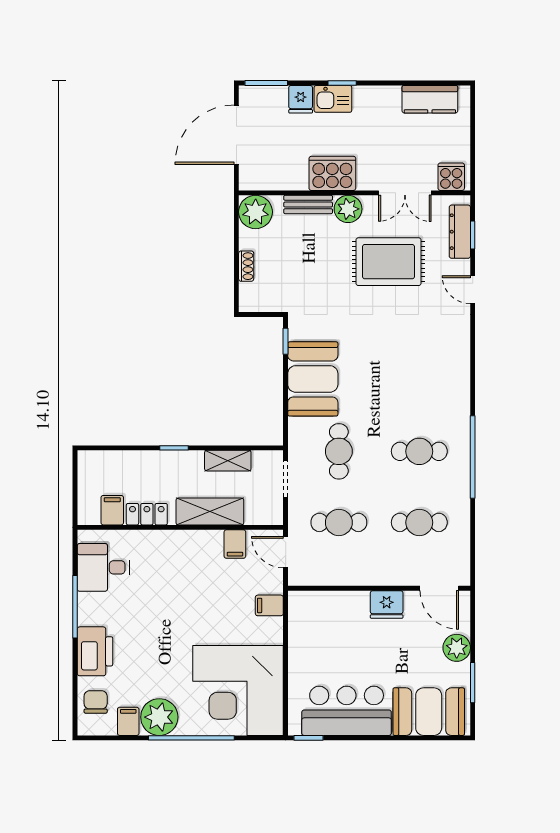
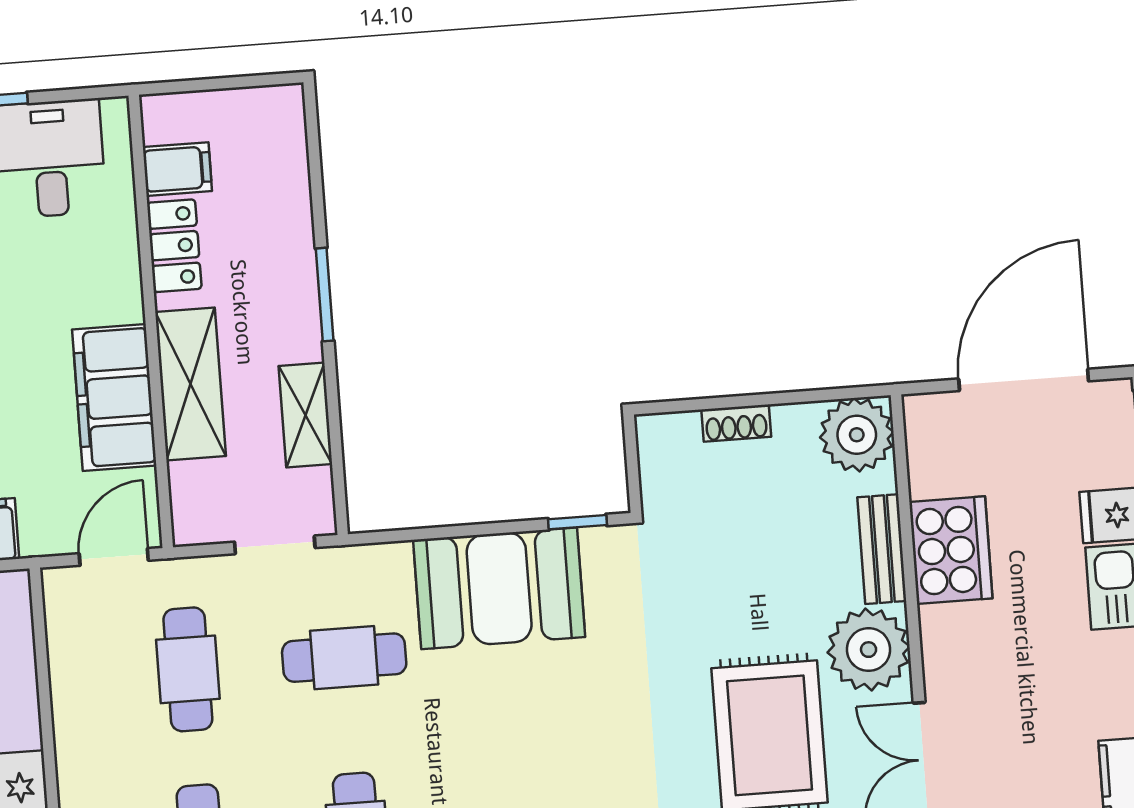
door: (236, 135) -> (1024, 380), hinge flipped
cooker: (332, 173) -> (951, 550), moved
plant: (348, 209) -> (869, 650), width x1.36, depth x1.36
window: (174, 448) -> (325, 295), width x1.50
filing cabinet: (235, 544) -> (114, 398), width x3.00, depth x1.17

